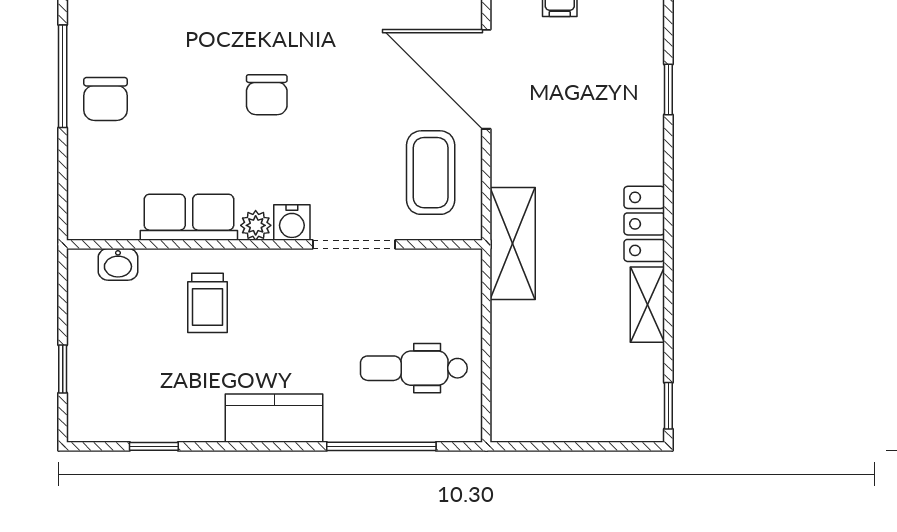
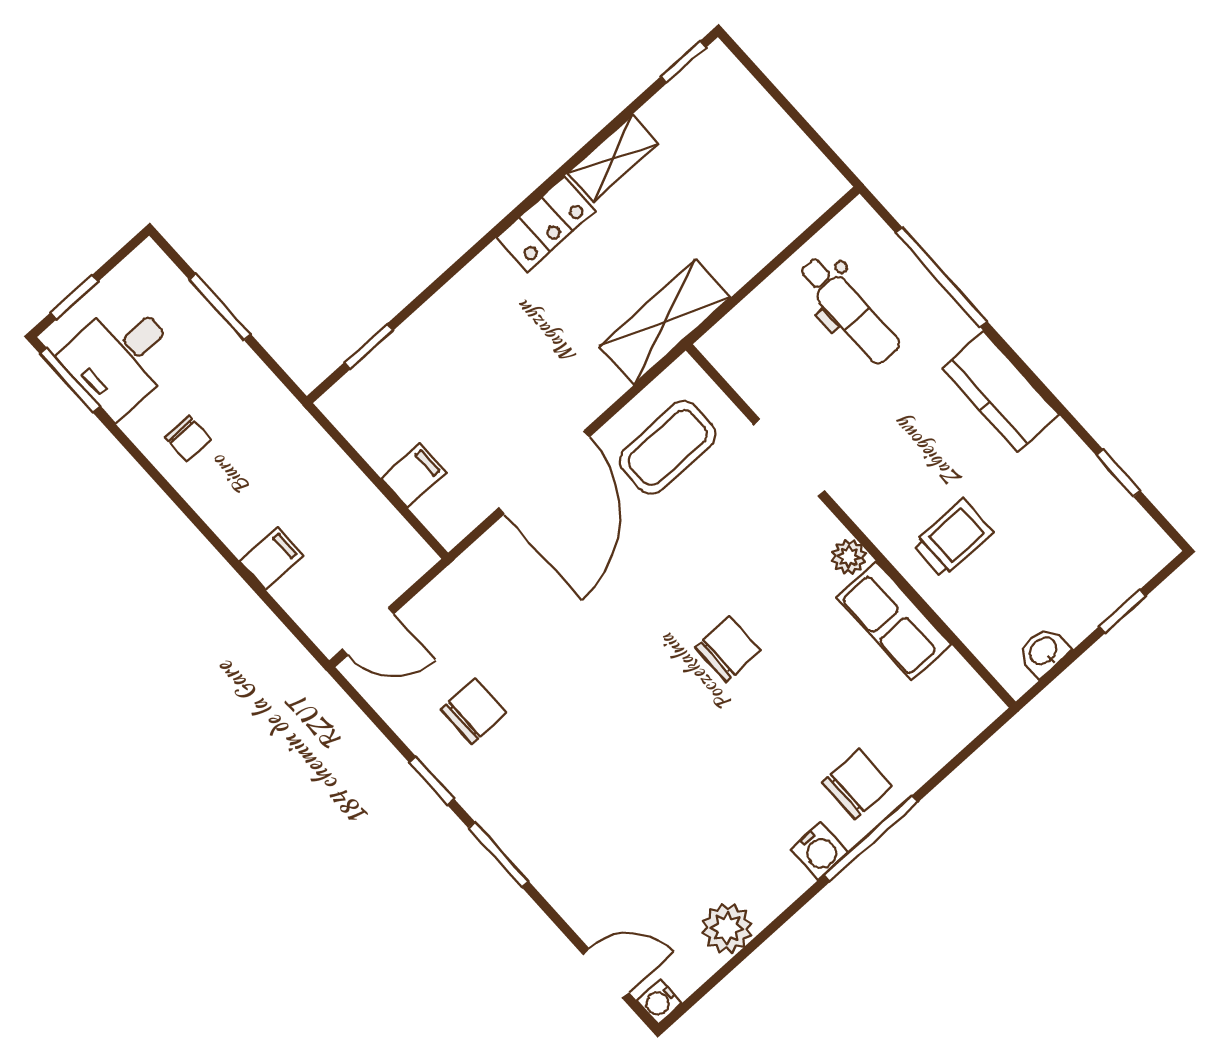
window: (668, 90) -> (369, 346), moved
water cooler: (292, 223) -> (819, 851), moved, turned 90
washbasin: (118, 264) -> (1044, 651), moved, turned -90

